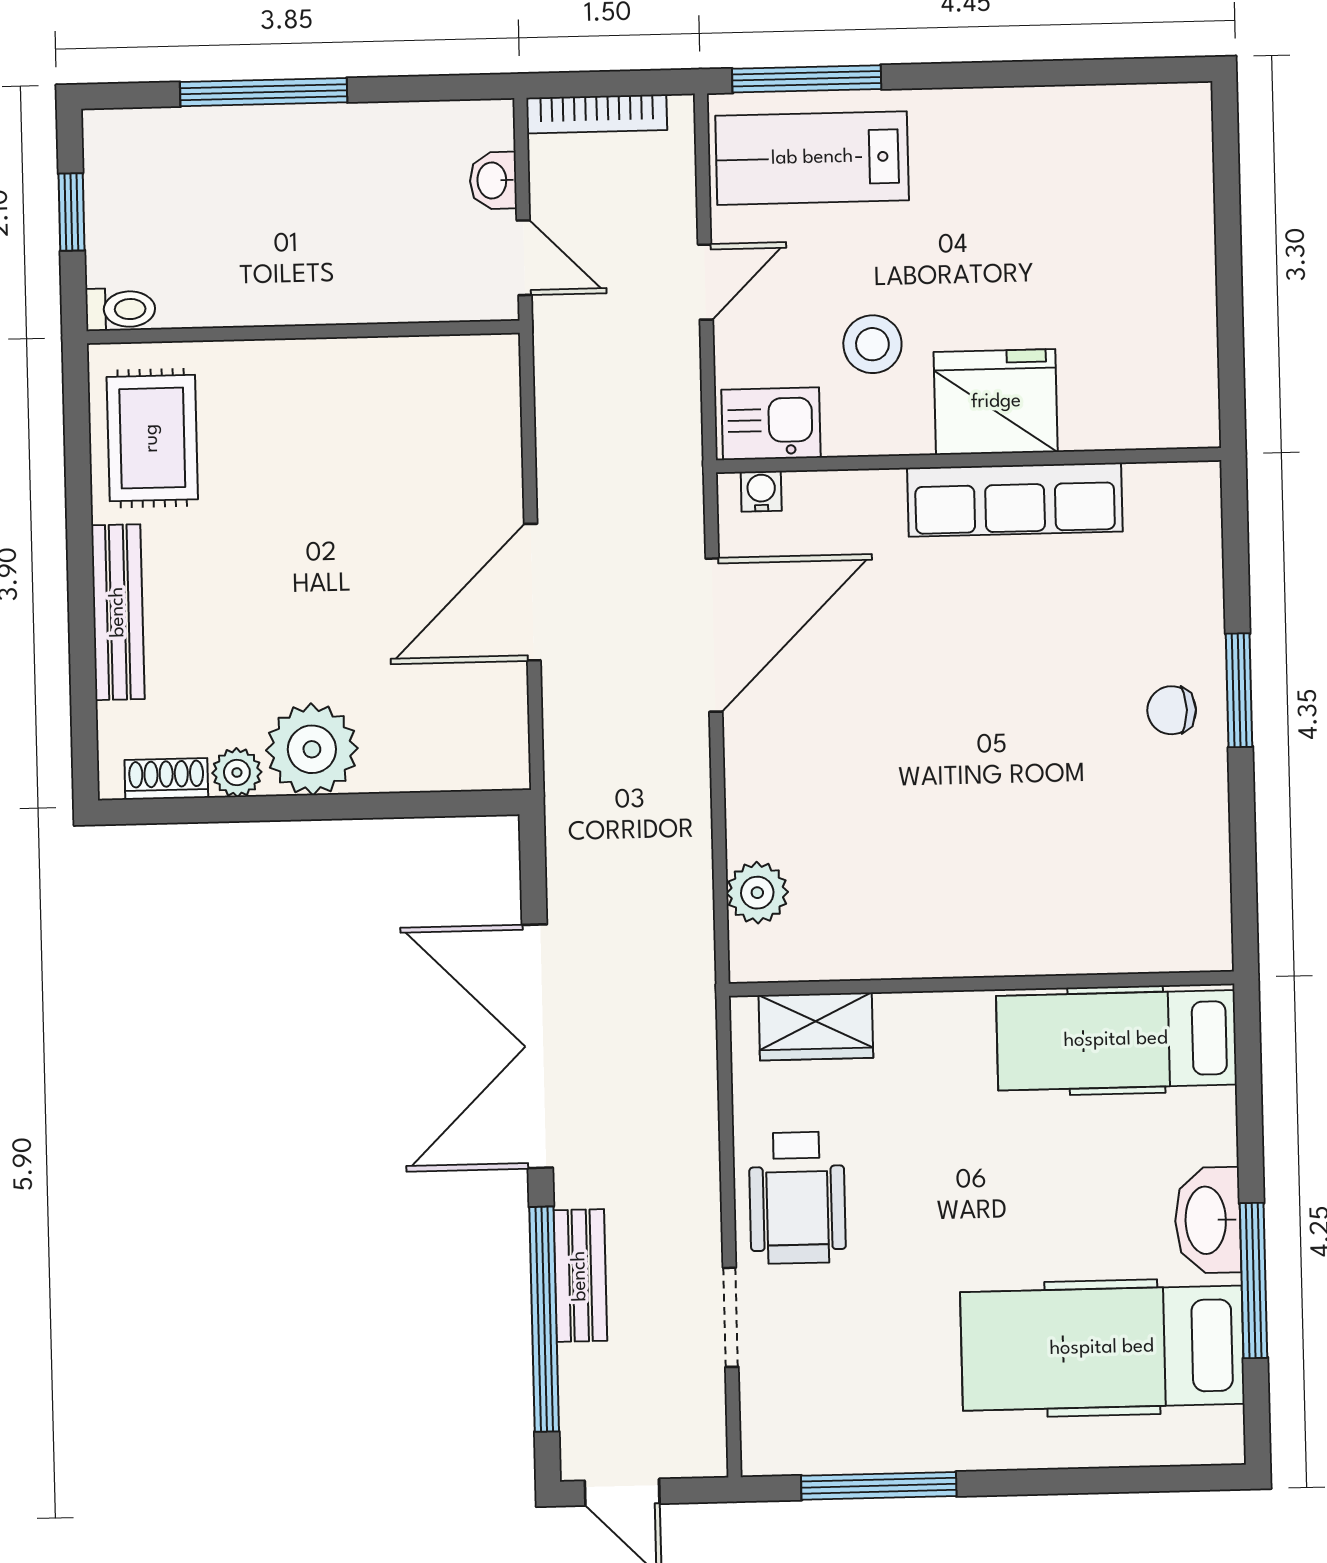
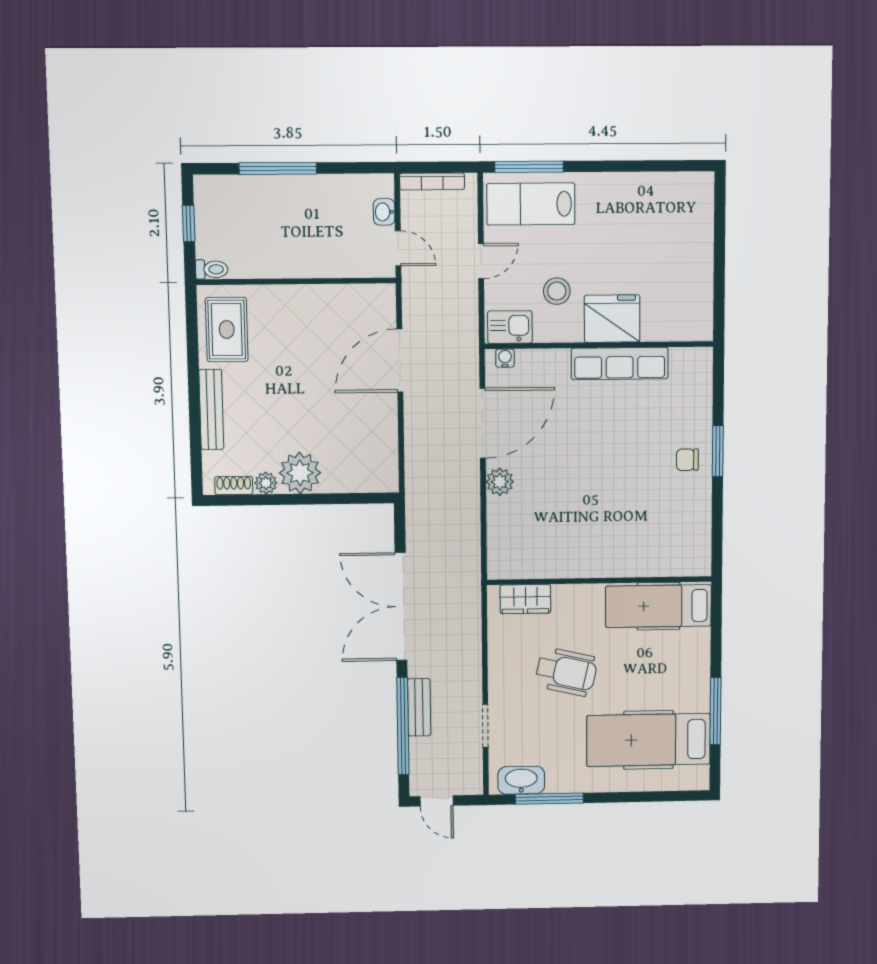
door: (532, 592) -> (400, 361), moved
plant: (757, 893) -> (500, 482), moved
wheelchair: (797, 1198) -> (566, 672), moved, turned -77
washbasin: (1208, 1220) -> (521, 780), moved, turned 90

